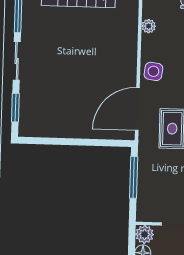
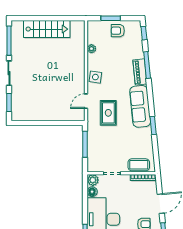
door: (137, 109) -> (86, 101), width x0.53

